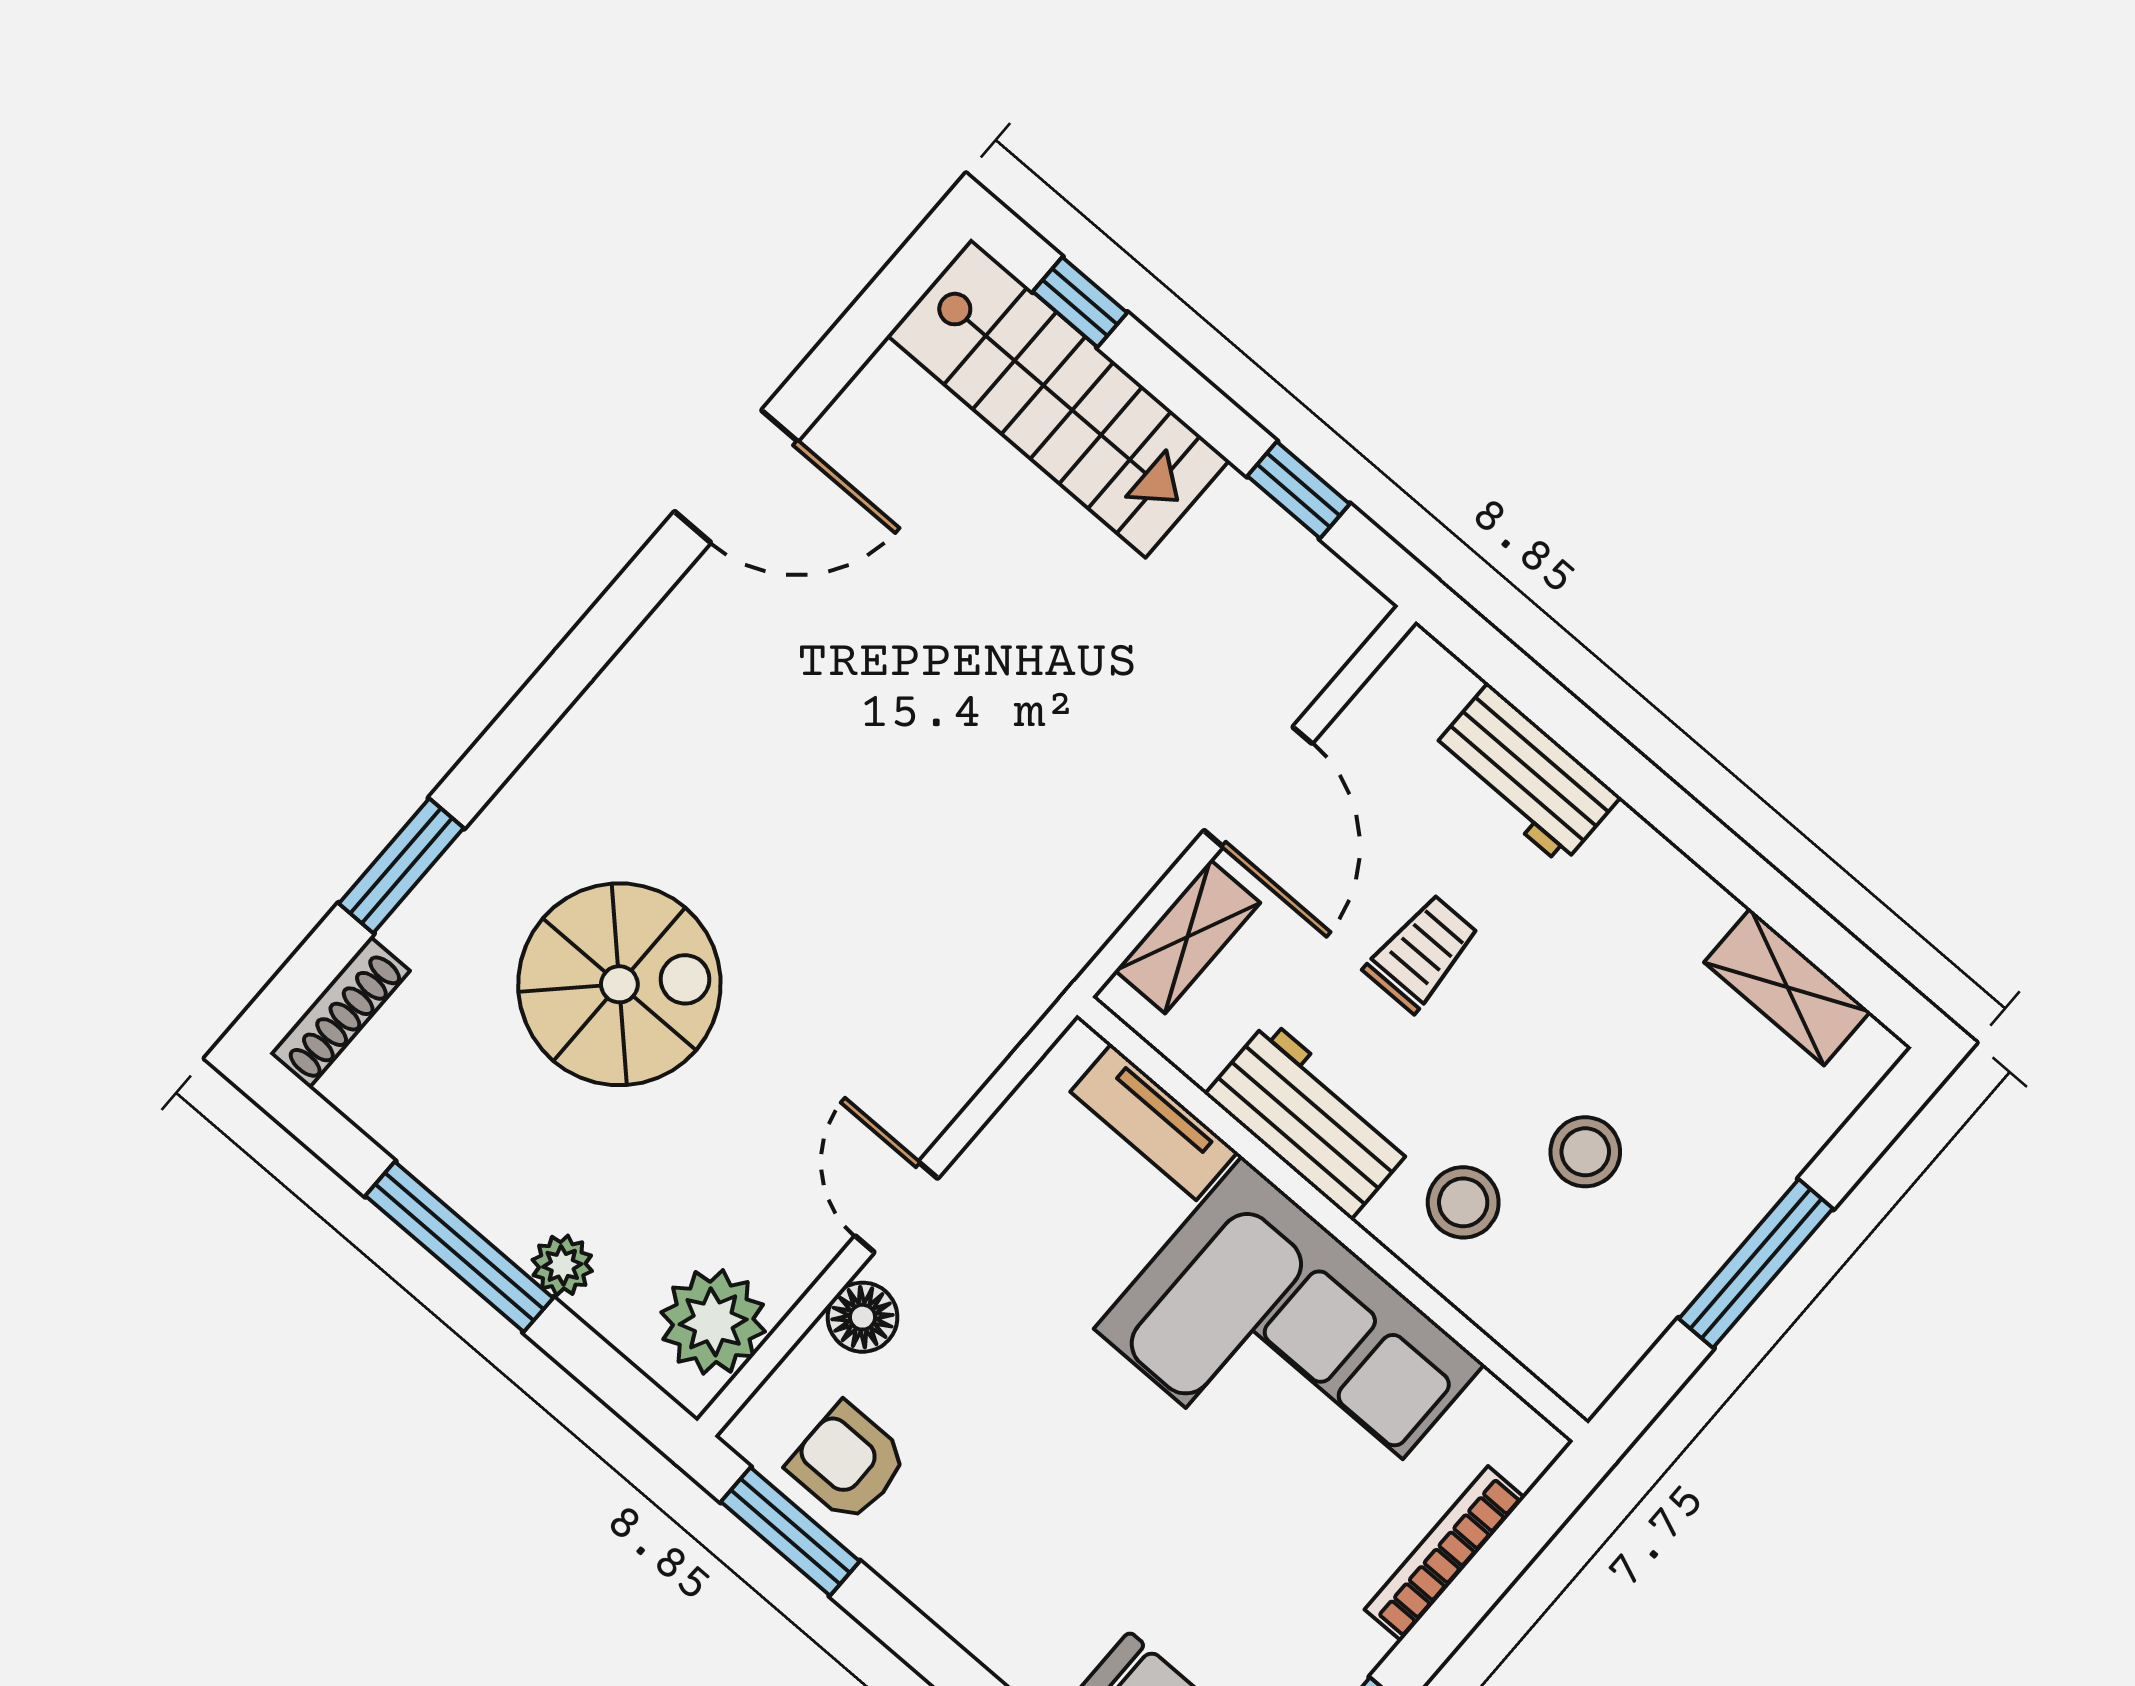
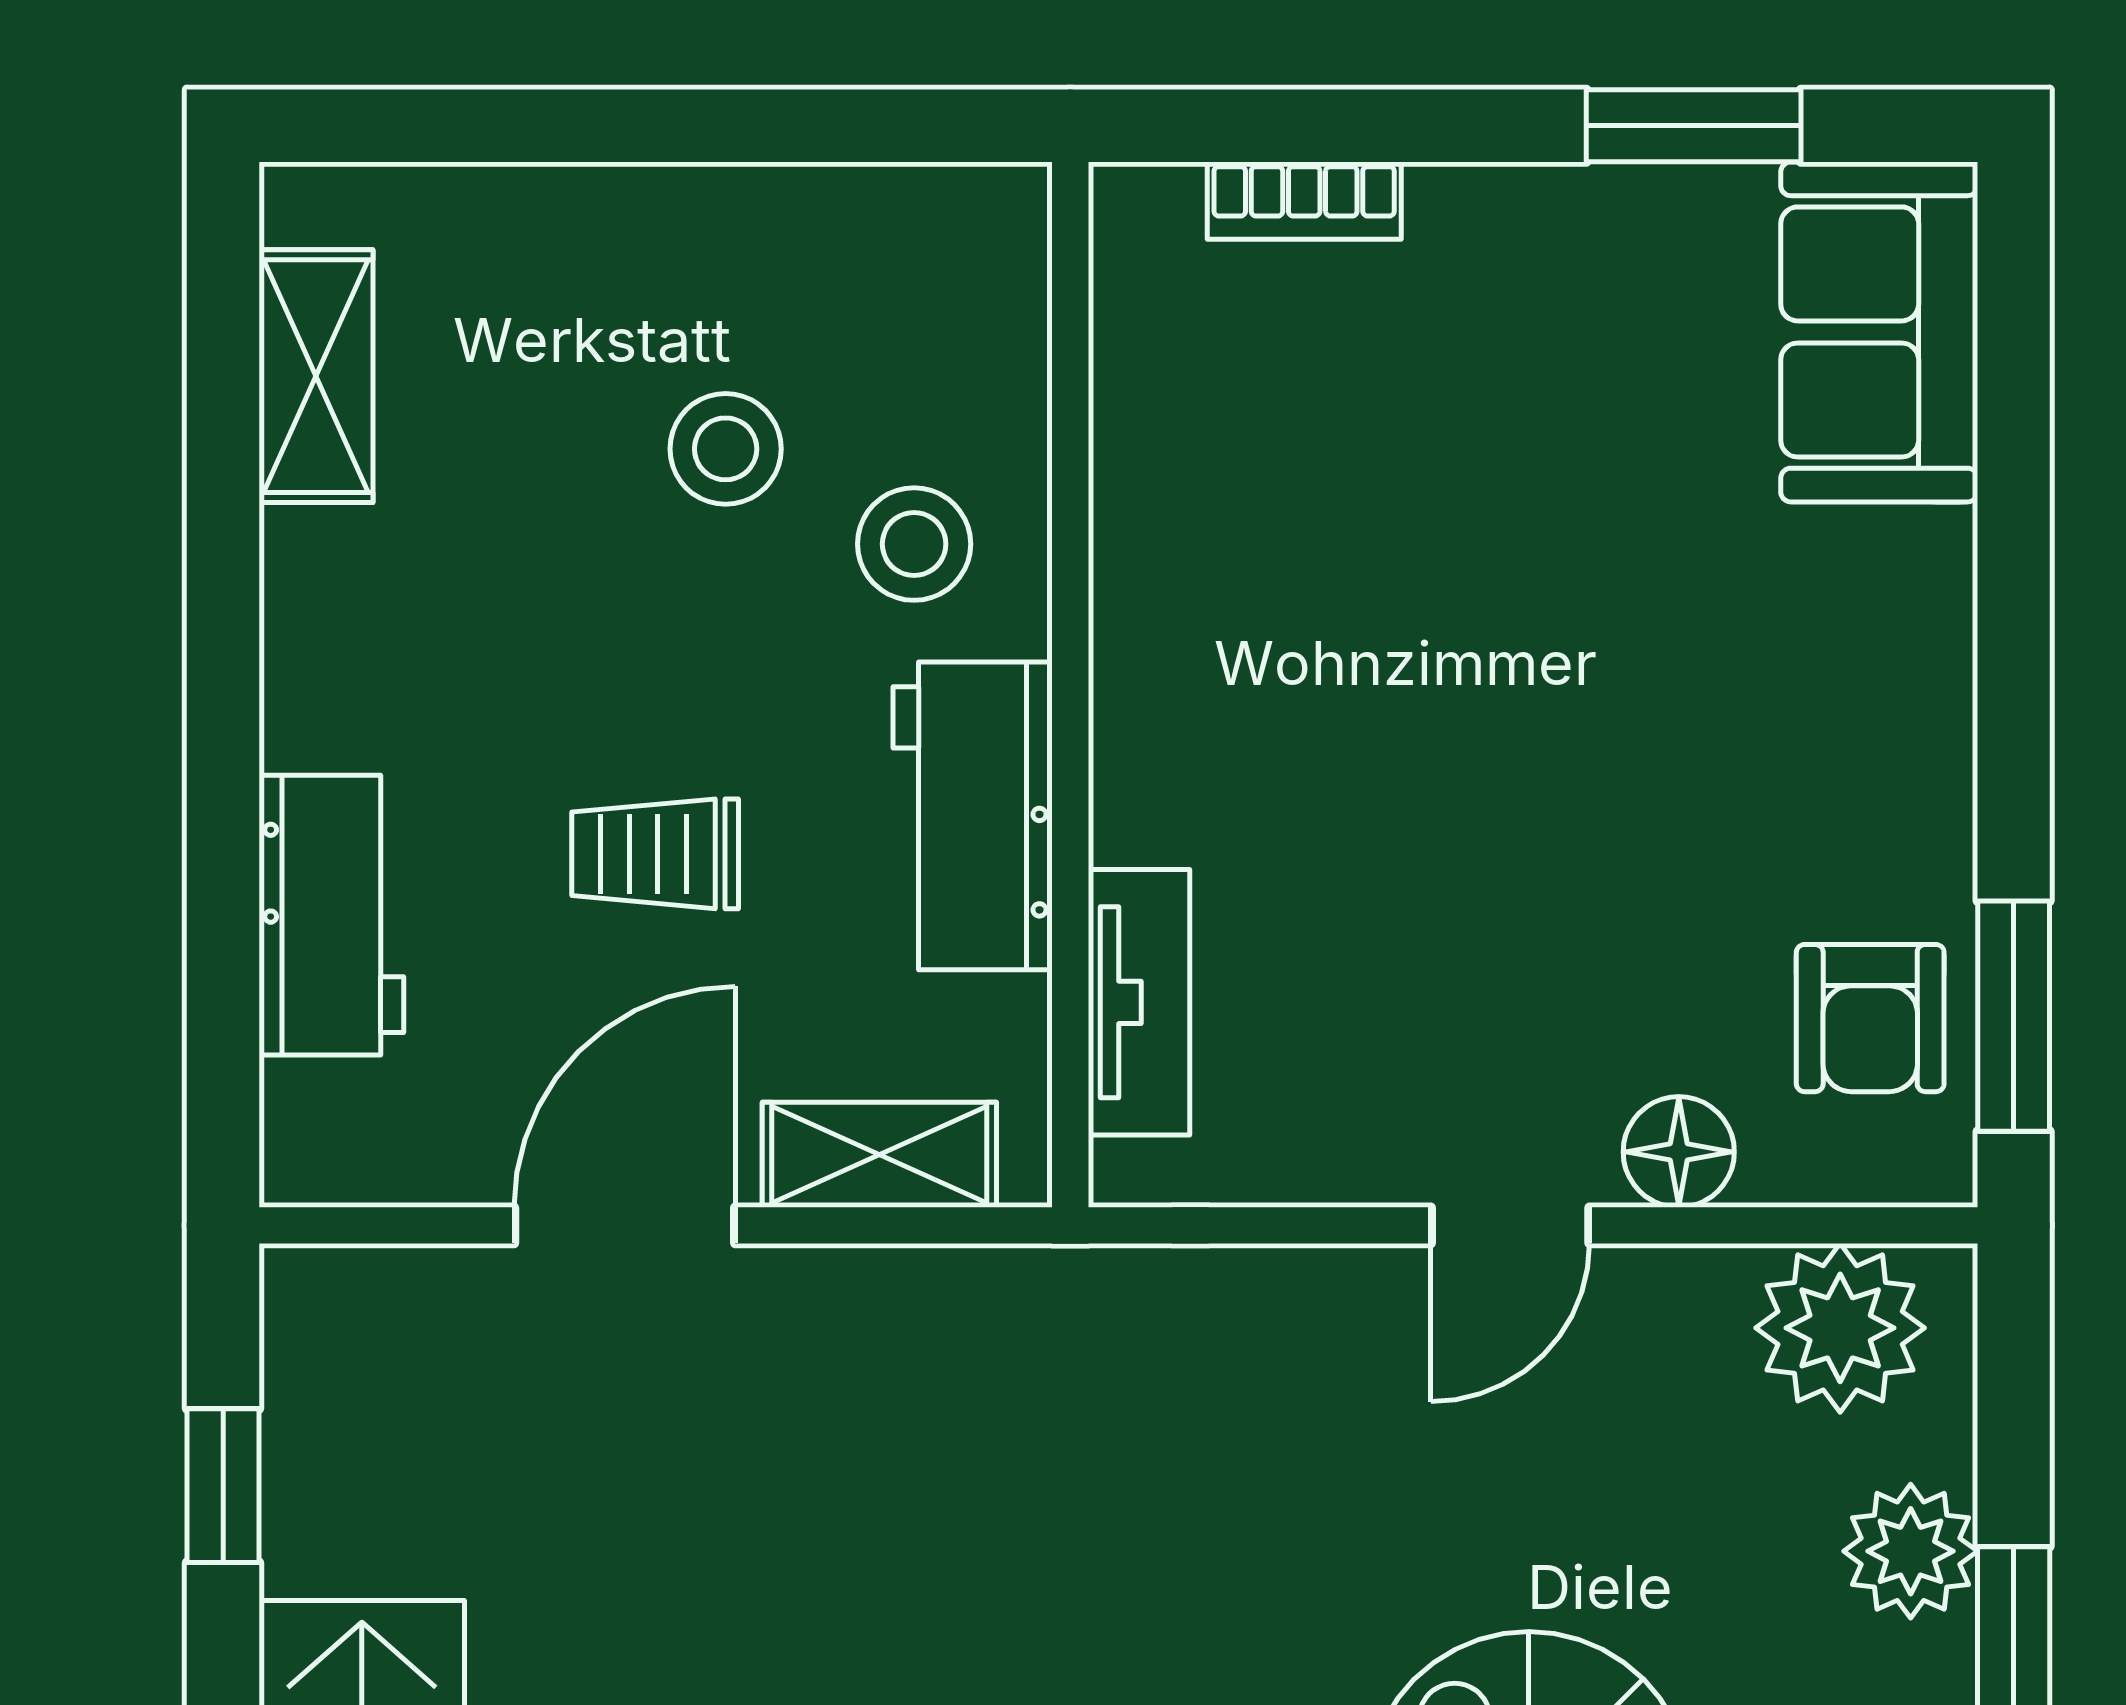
window: (1756, 1264) -> (683, 126), removed
plant: (562, 1265) -> (1911, 1551), width x1.38, depth x1.38
corner sofa: (1289, 1347) -> (1270, 605), removed
bookcase: (1445, 1554) -> (1304, 201), width x0.64

